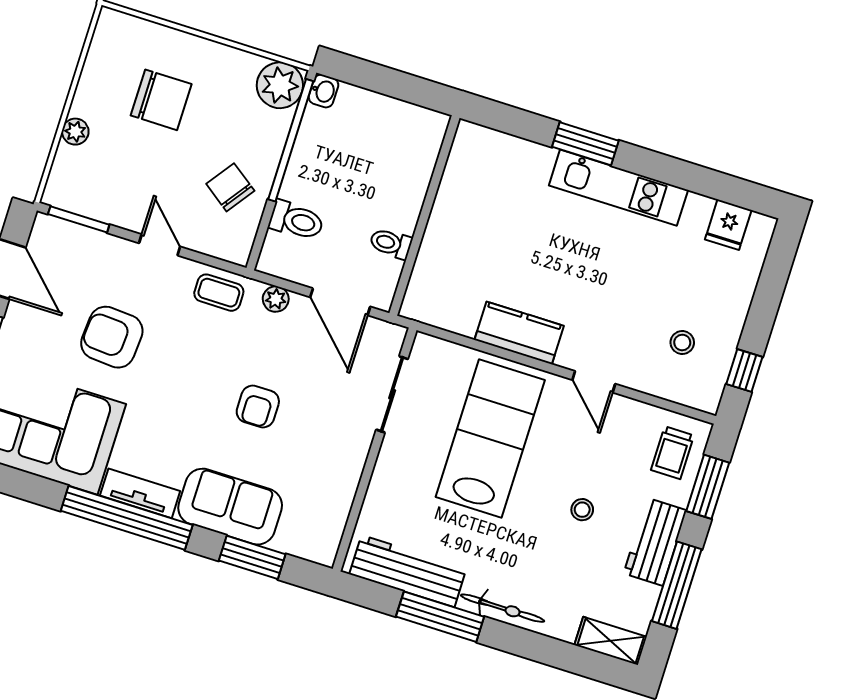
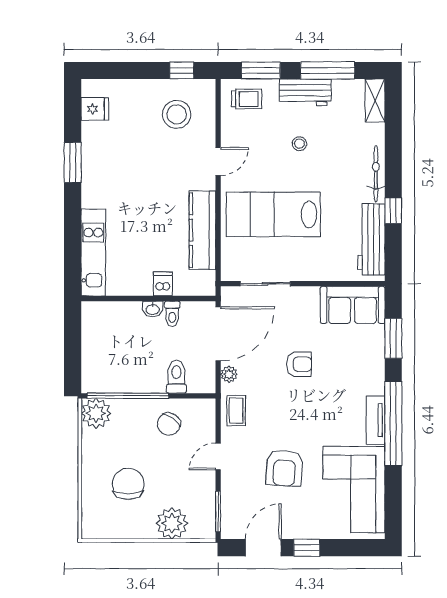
washbasin: (323, 91) -> (153, 309), moved, turned 180
plant: (75, 132) -> (172, 523), width x1.88, depth x1.88
window: (585, 144) -> (73, 162), moved
kitchen unit: (618, 188) -> (93, 253), moved
dishwasher: (439, 244) -> (163, 284), added
door: (340, 302) -> (218, 334), width x1.36
kitchen counter: (519, 333) -> (202, 230), width x1.50
stool: (682, 343) -> (177, 114), width x1.89, depth x1.89
sofa: (230, 507) -> (353, 305), moved, turned -90
window: (440, 617) -> (393, 211), width x0.46

